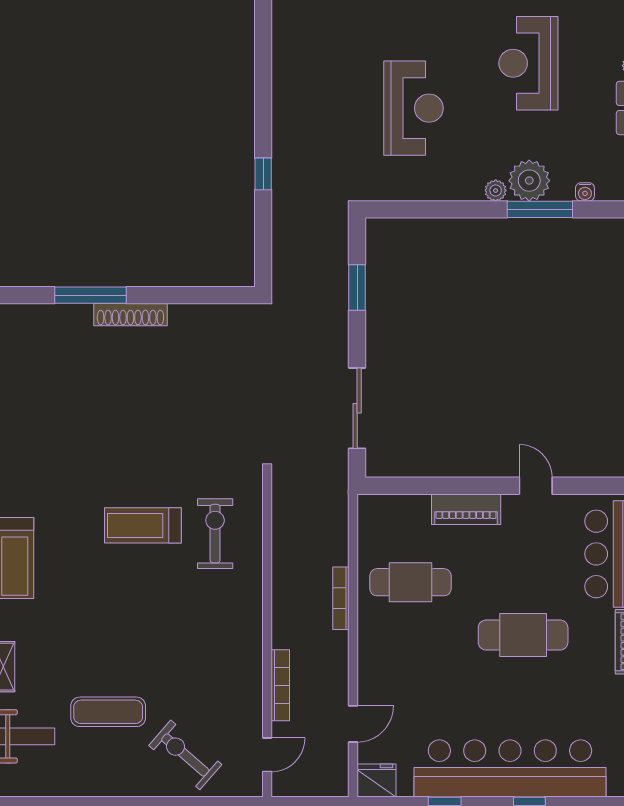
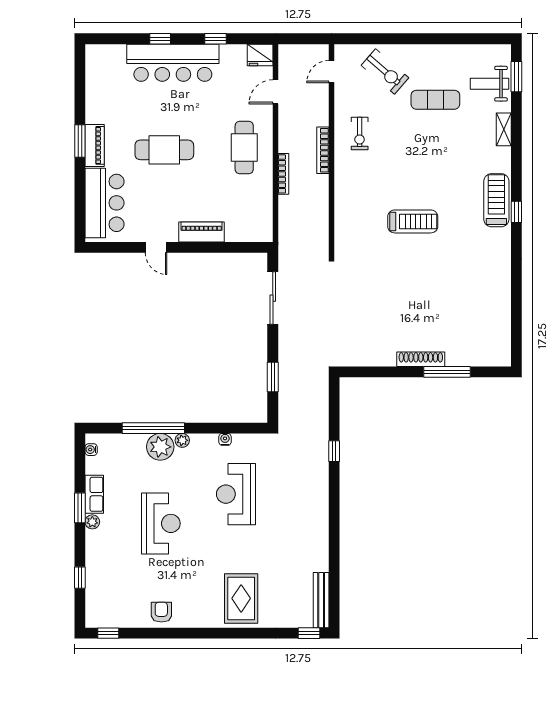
water cooler: (585, 192) -> (225, 439), moved
window: (540, 209) -> (153, 428), width x1.46
exercise bike: (215, 534) -> (360, 134), moved, width x0.73, depth x0.72
cafe table: (411, 582) -> (244, 147), moved, turned 90
bookcase: (280, 685) -> (323, 150), moved
bar counter: (510, 768) -> (173, 63), width x0.73

